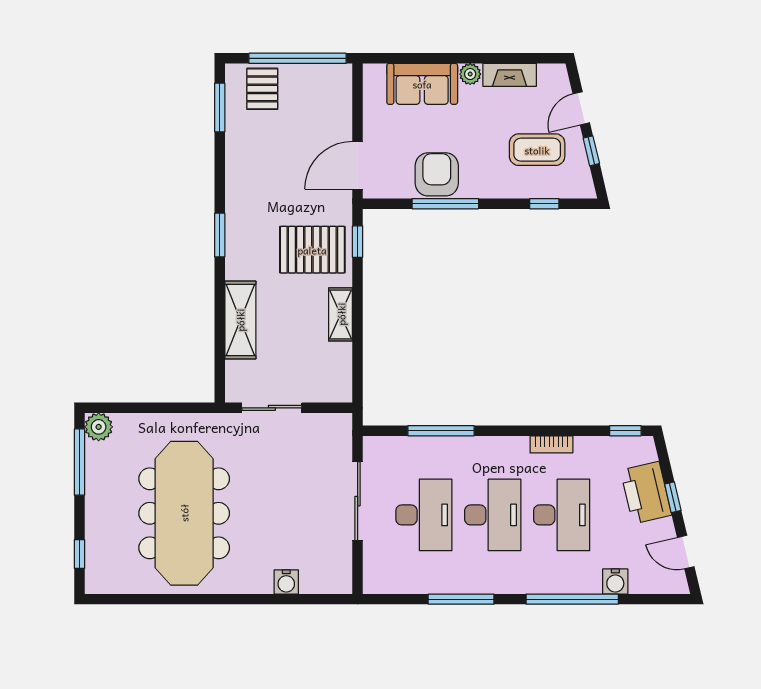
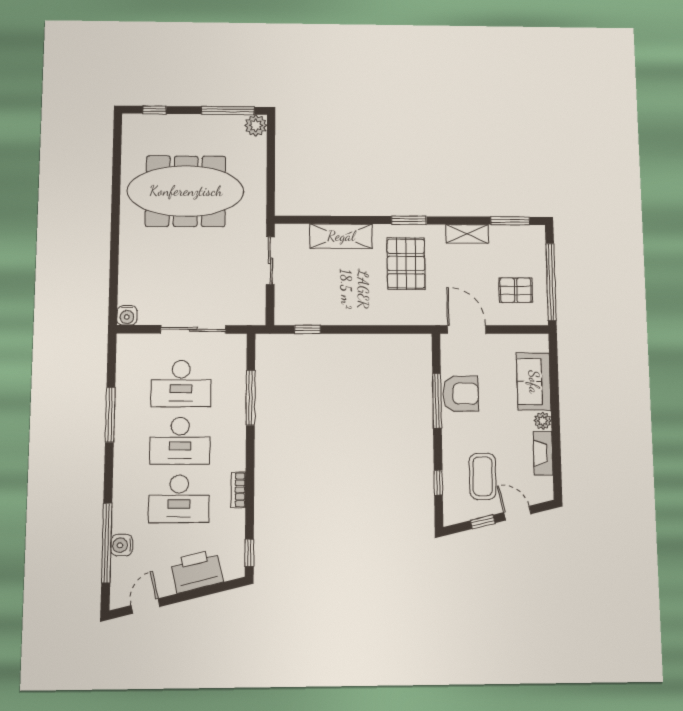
pallet: (262, 89) -> (516, 290), moved
window: (358, 242) -> (308, 329), moved
pallet: (312, 250) -> (406, 264), moved
shelving: (341, 314) -> (467, 234), moved
window: (673, 497) -> (192, 594), removed
water cooler: (286, 582) -> (127, 315), moved, turned -90
window: (572, 599) -> (107, 543), moved

